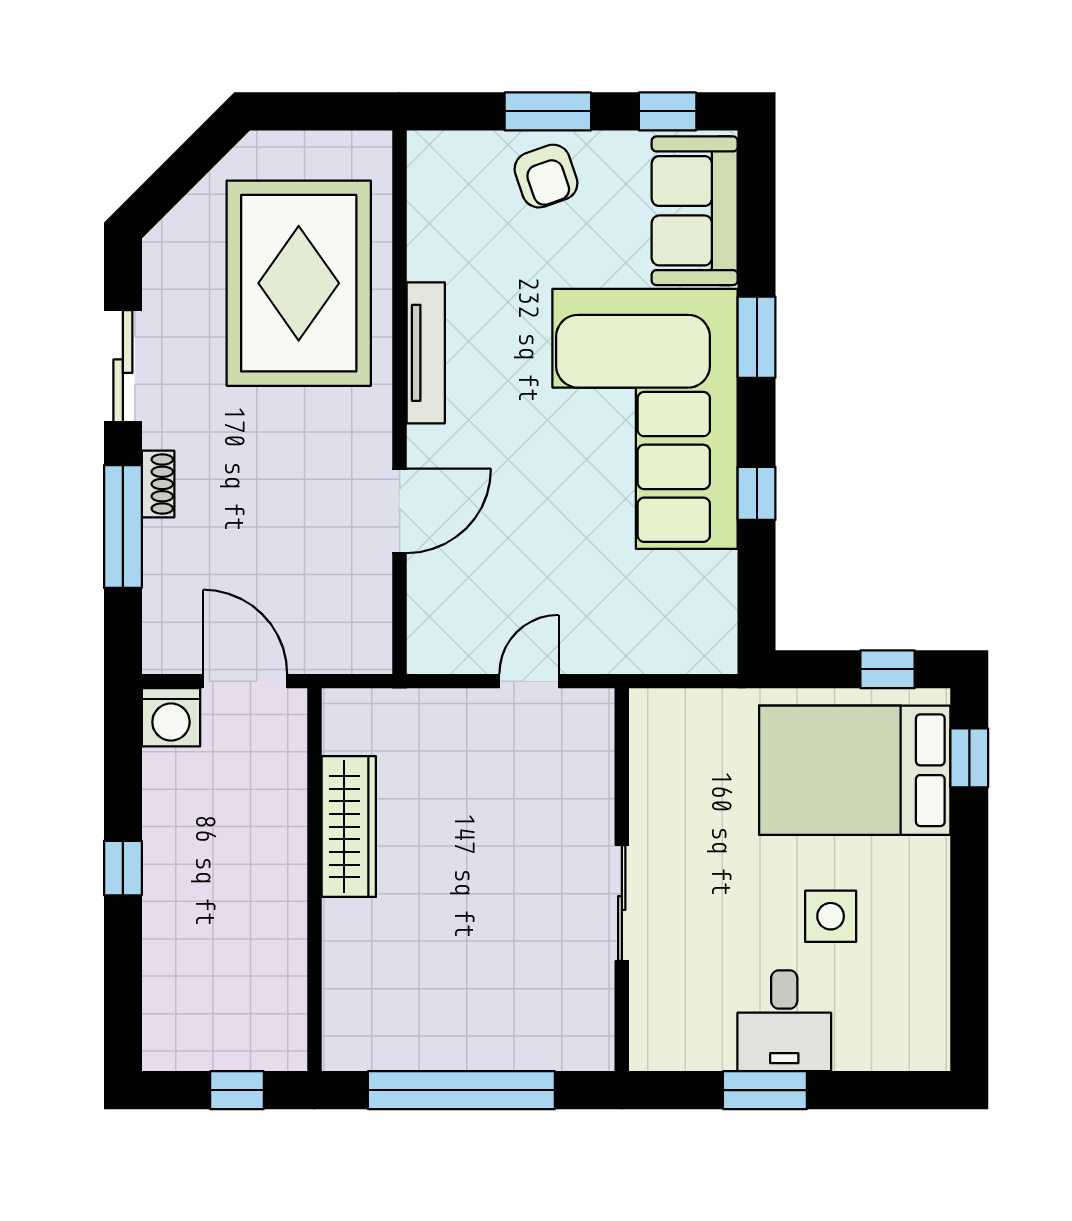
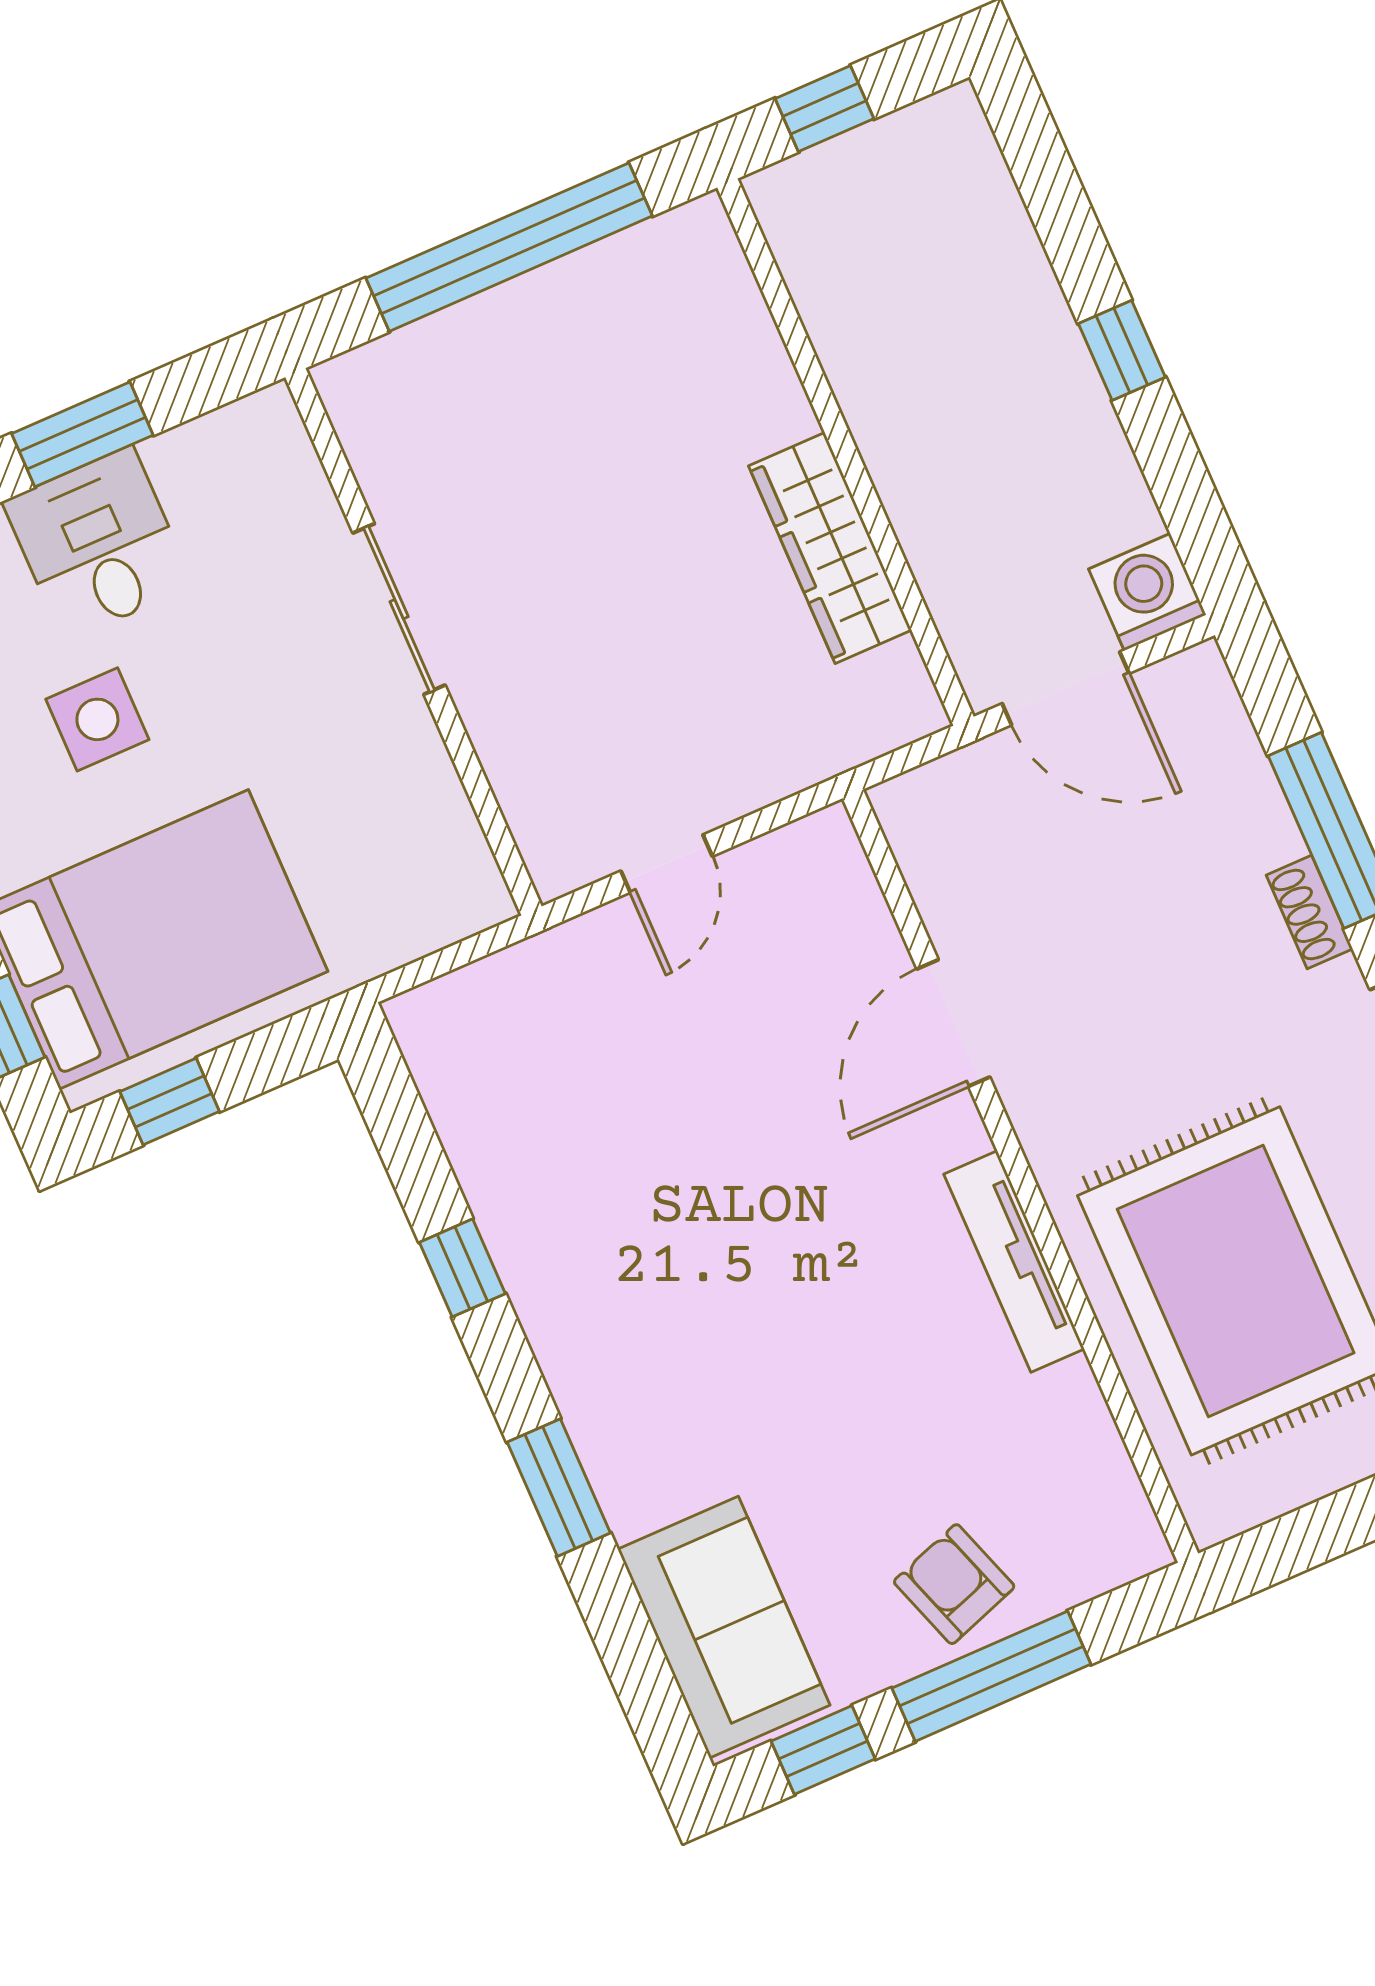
window: (548, 111) -> (991, 1676), width x1.44
corner sofa: (645, 419) -> (665, 1304), removed

